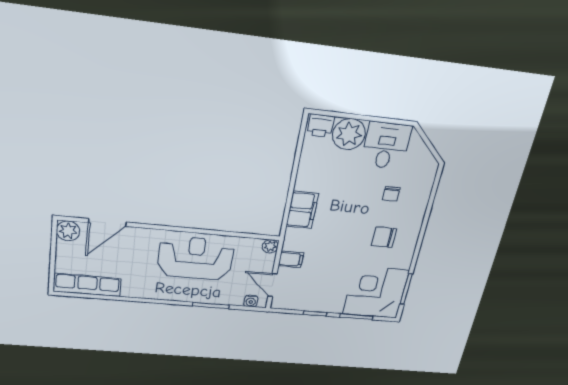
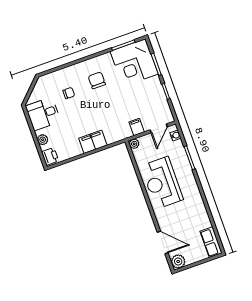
plant: (349, 134) -> (43, 140), width x0.53, depth x0.53
filing cabinet: (302, 210) -> (93, 142), moved
chair: (384, 237) -> (97, 80), turned 180
row of seats: (87, 285) -> (211, 242), width x0.68

